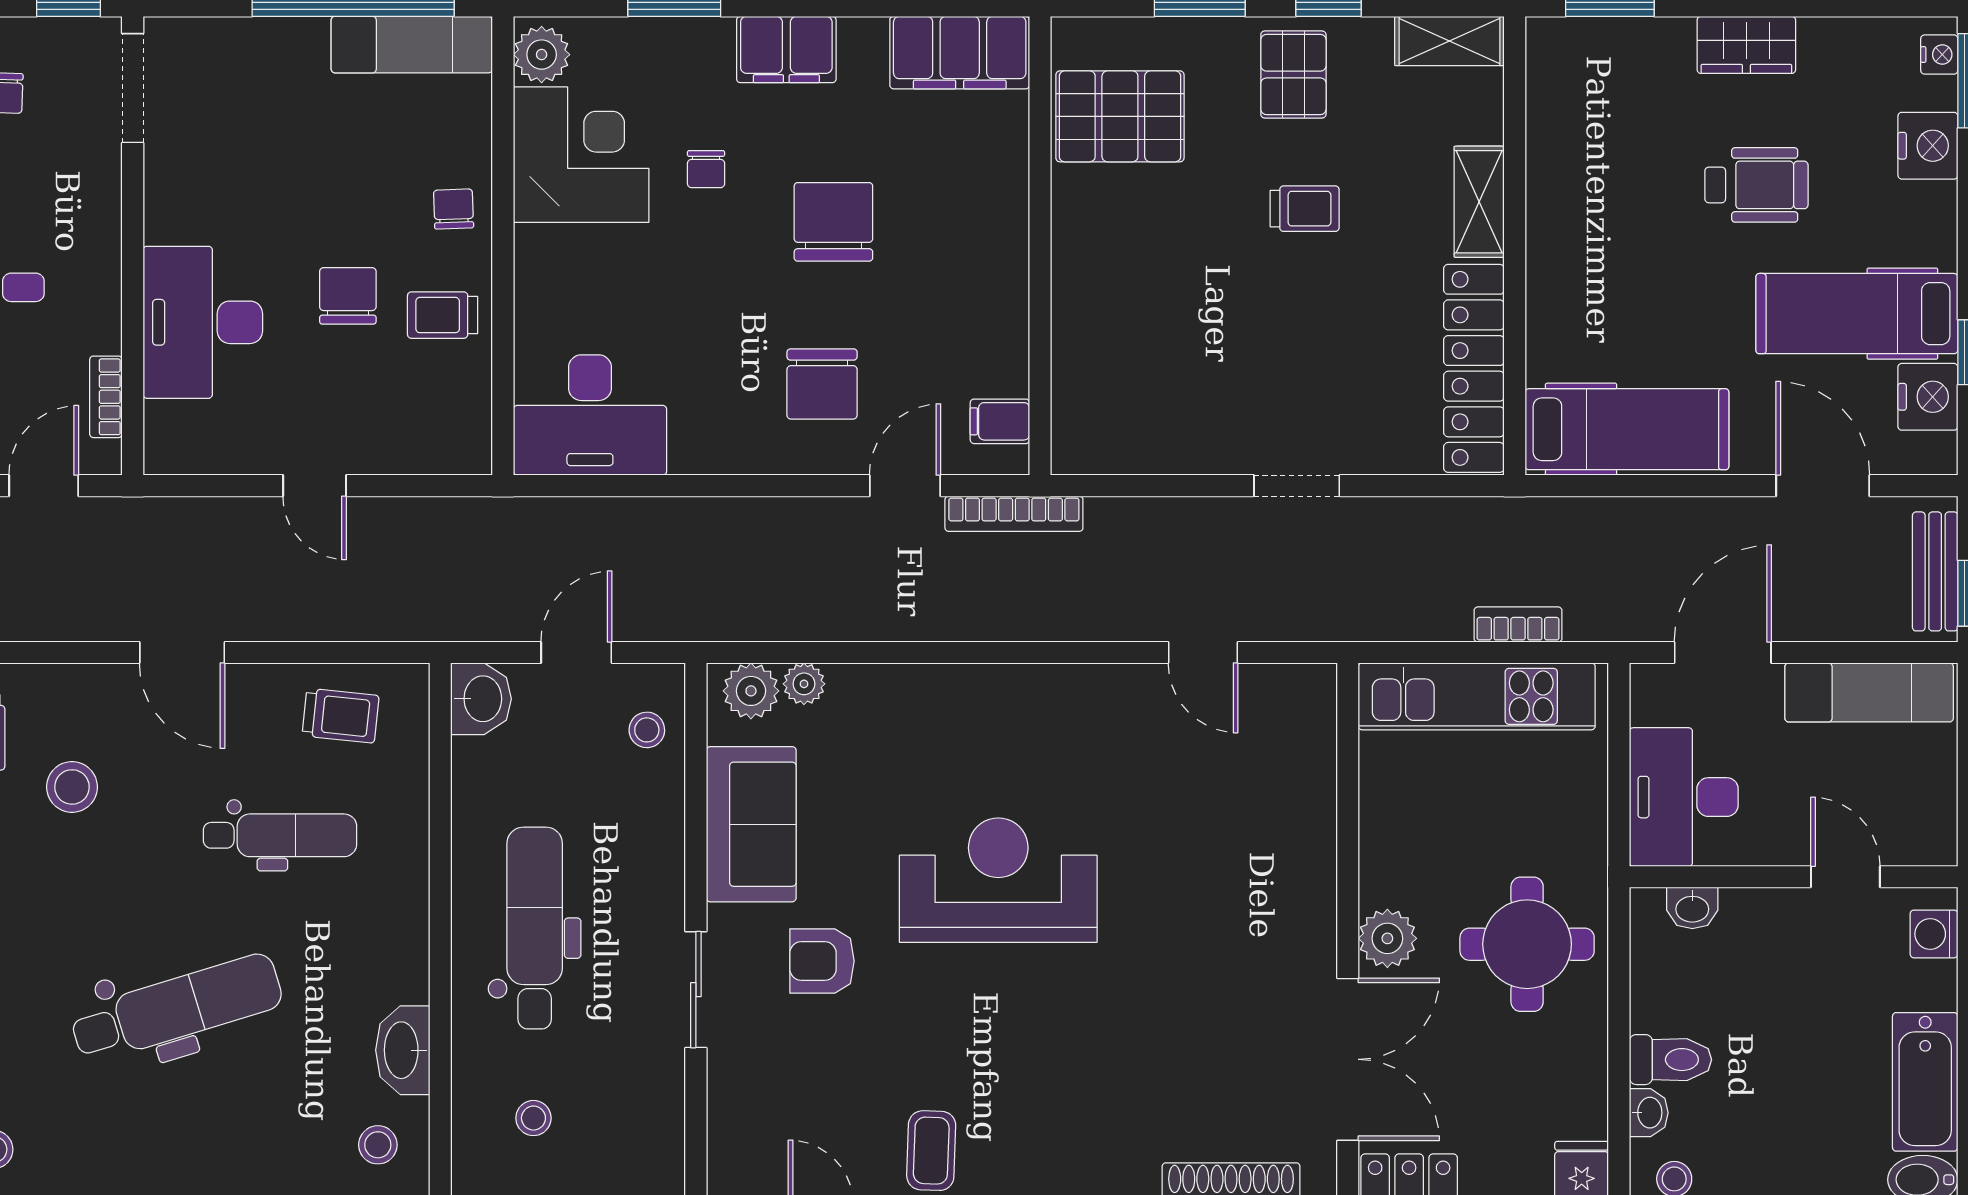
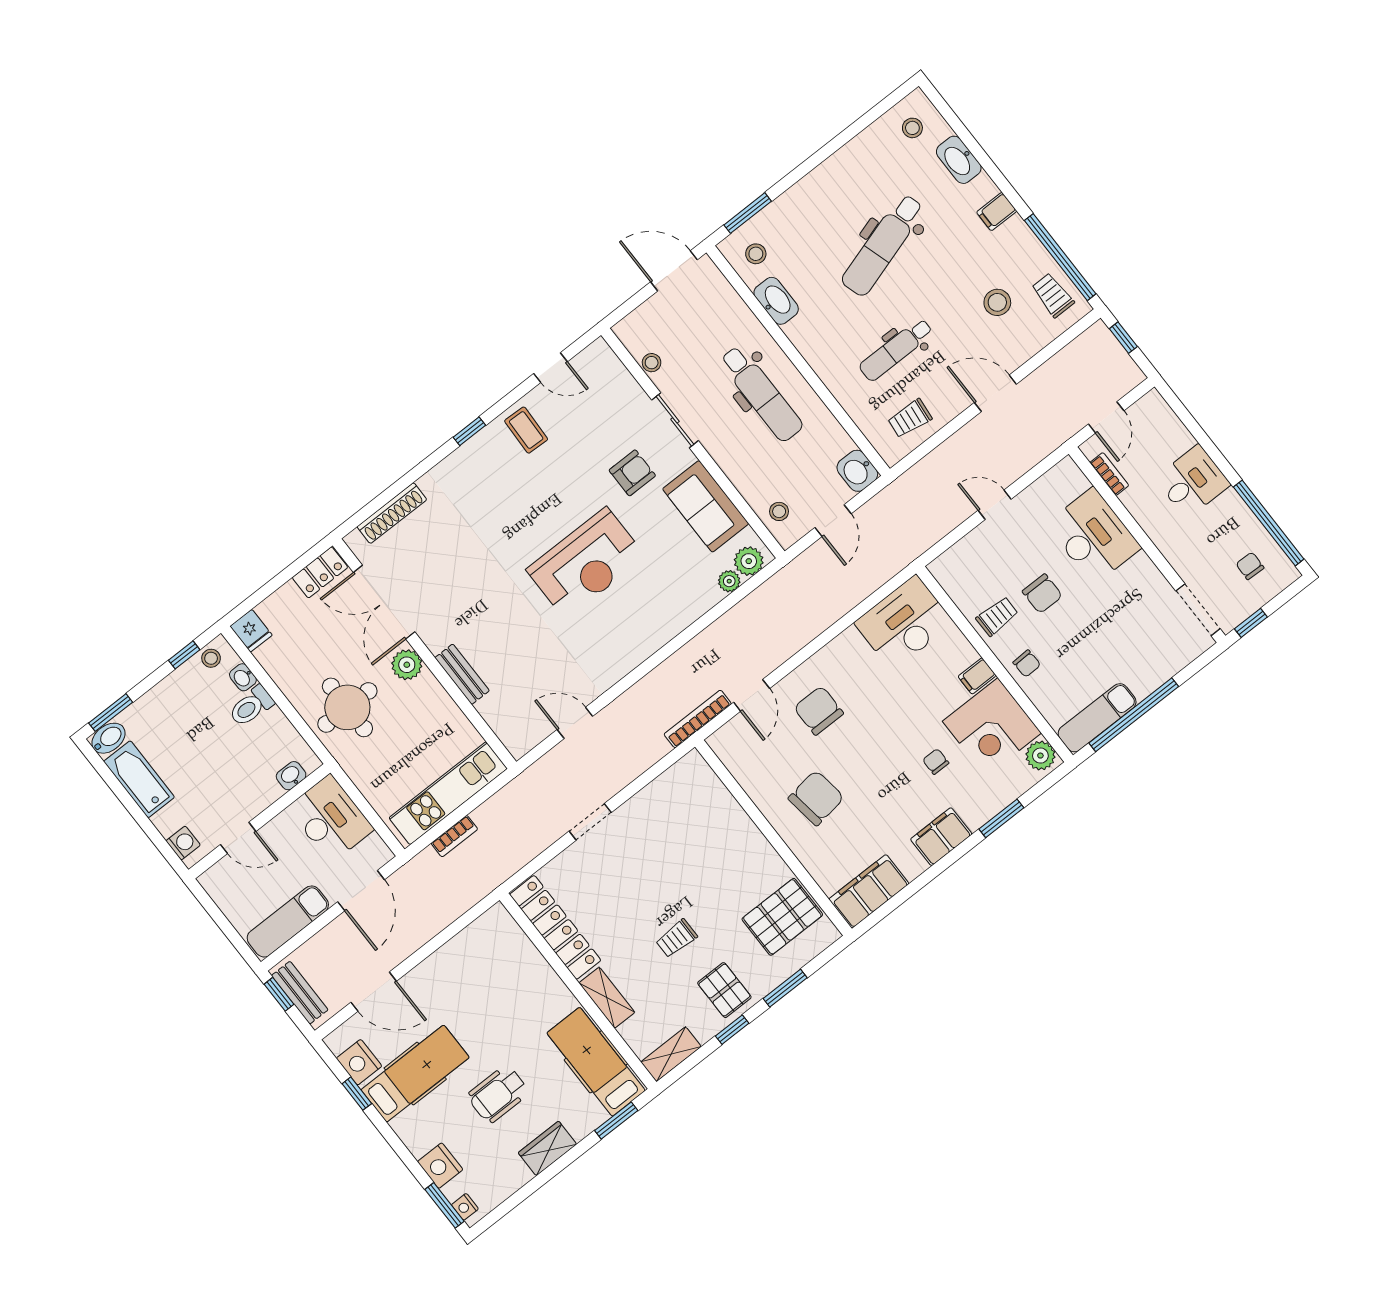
chair: (833, 222) -> (816, 798), moved, turned -98
filing cabinet: (1000, 421) -> (977, 676), moved, turned 180
hospital bed: (1627, 429) -> (596, 1062), moved, turned 90
bench: (1315, 859) -> (462, 674), added
stool: (533, 1118) -> (652, 363), moved

